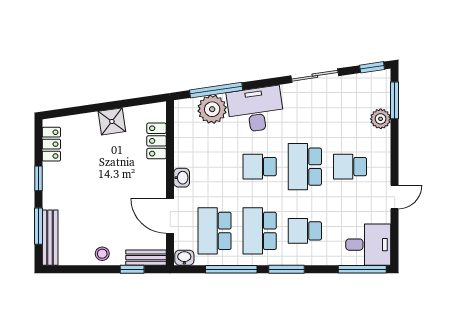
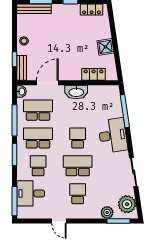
window: (372, 67) -> (139, 207), removed
plant: (212, 109) -> (127, 204), moved
washbasin: (182, 178) -> (76, 92), width x1.91, depth x1.45
desk: (368, 245) -> (31, 193), moved, turned 90

